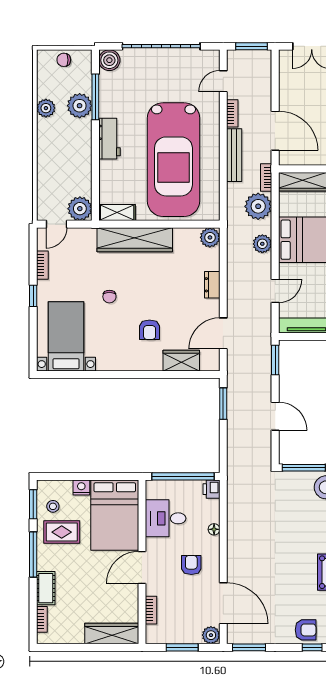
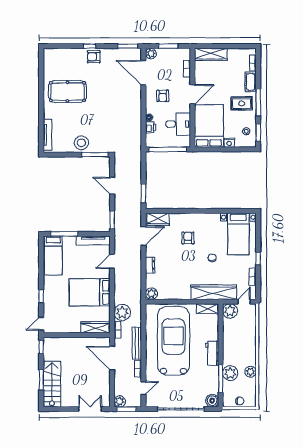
wardrobe: (135, 240) -> (214, 292), moved
plant: (262, 244) -> (120, 401), moved
wardrobe: (181, 361) -> (158, 219), moved
printer: (211, 489) -> (151, 127), moved
rug: (62, 532) -> (242, 103), moved

